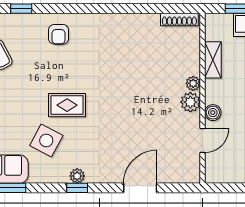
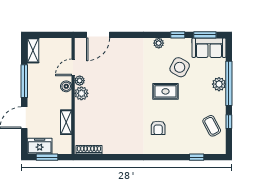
armchair: (59, 34) -> (158, 128), moved, turned 180
plant: (193, 83) -> (80, 81), moved
window: (77, 188) -> (178, 35), moved
door: (140, 188) -> (98, 35), moved

